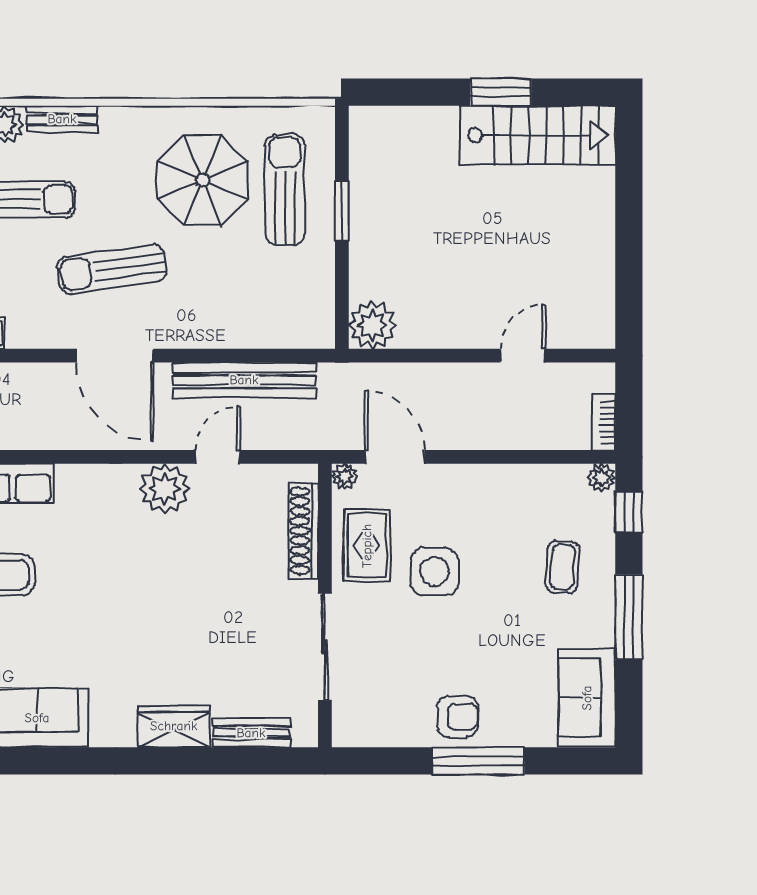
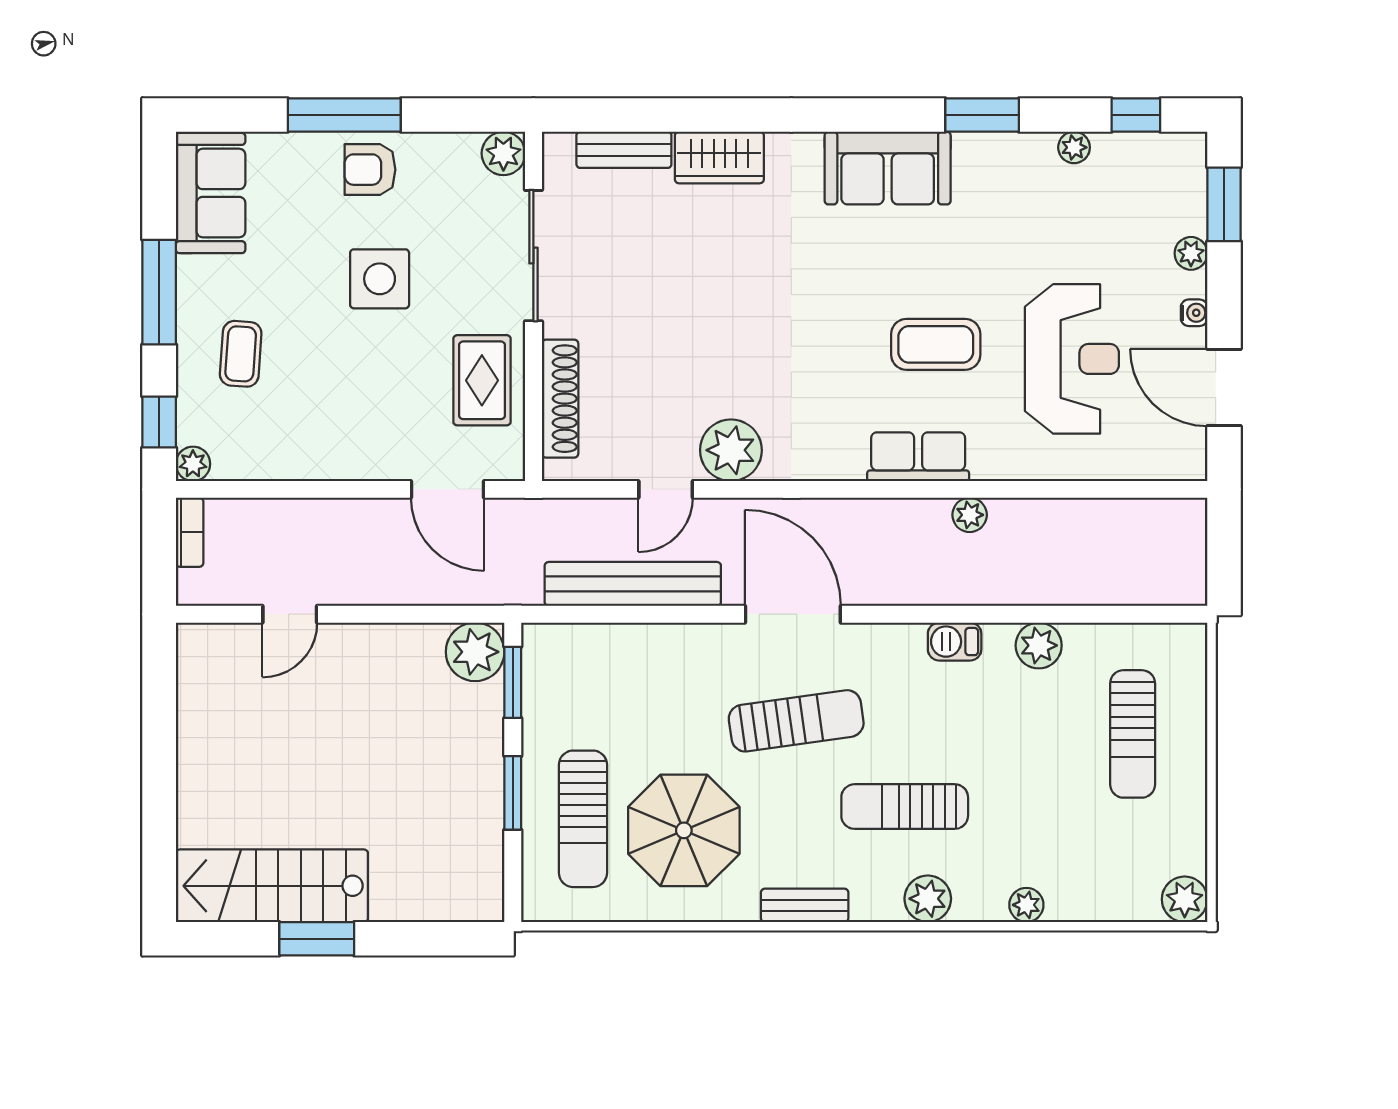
bench: (62, 119) -> (805, 905), moved
window: (342, 300) -> (513, 682), added
plant: (345, 477) -> (503, 153), moved, width x1.38, depth x1.38
side table: (435, 572) -> (380, 279), moved

